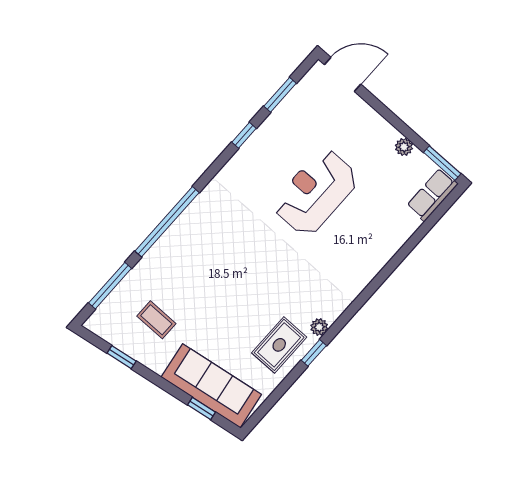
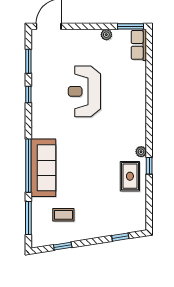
sofa: (211, 386) -> (43, 168), moved, turned 99

